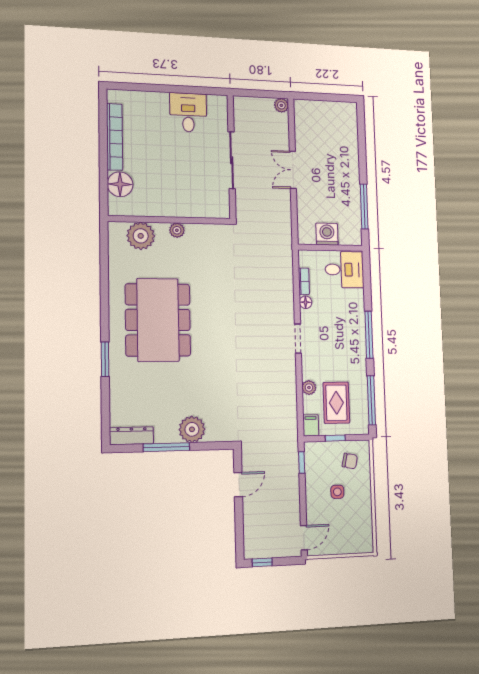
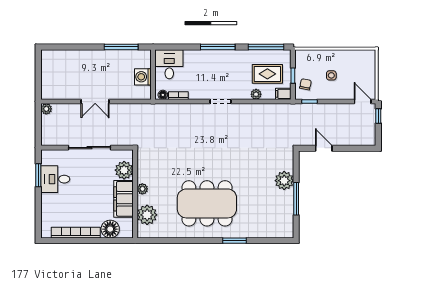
window: (193, 90) -> (38, 175), added
filing cabinet: (163, 204) -> (124, 199), added
plant: (202, 206) -> (124, 170), added
floor lamp: (306, 302) -> (163, 95), moved
dresser: (132, 436) -> (288, 223), removed
chair: (350, 461) -> (305, 84), moved
window: (262, 562) -> (378, 116), moved

